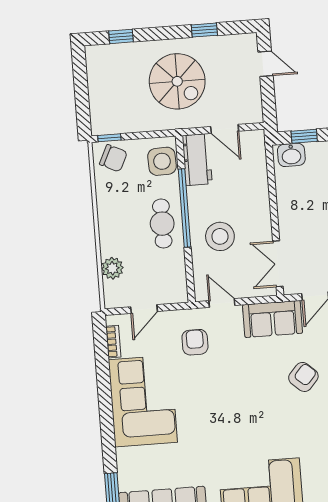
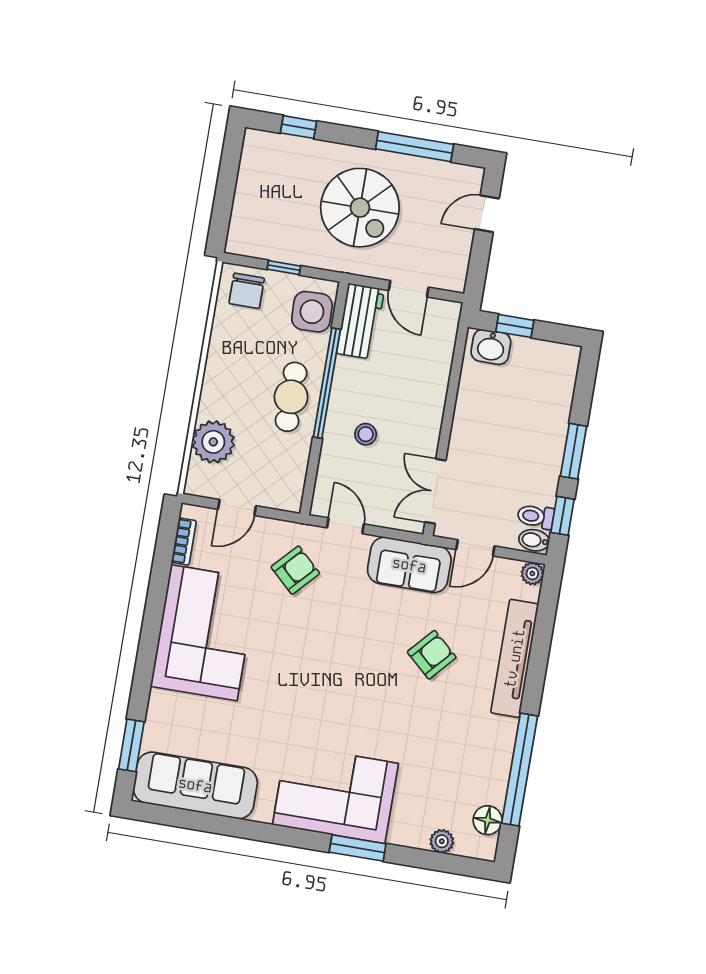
window: (204, 30) -> (415, 147), width x2.17
door: (266, 64) -> (487, 214), swing flipped
window: (109, 138) -> (284, 268), moved
chair: (113, 158) -> (247, 291), turned 64
stool: (220, 236) -> (366, 434), width x0.53, depth x0.53
plant: (112, 268) -> (213, 442), width x1.36, depth x1.36
armchair: (195, 342) -> (295, 570), turned 43

